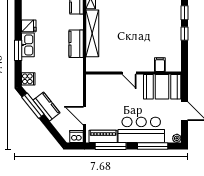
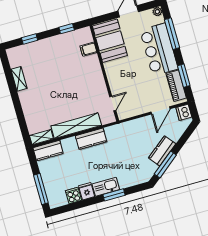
window: (185, 34) -> (67, 29), moved
door: (129, 73) -> (113, 104), moved
cooker: (28, 79) -> (74, 196), moved
window: (111, 146) -> (184, 76), width x0.69

